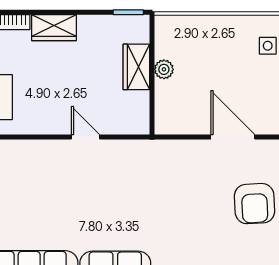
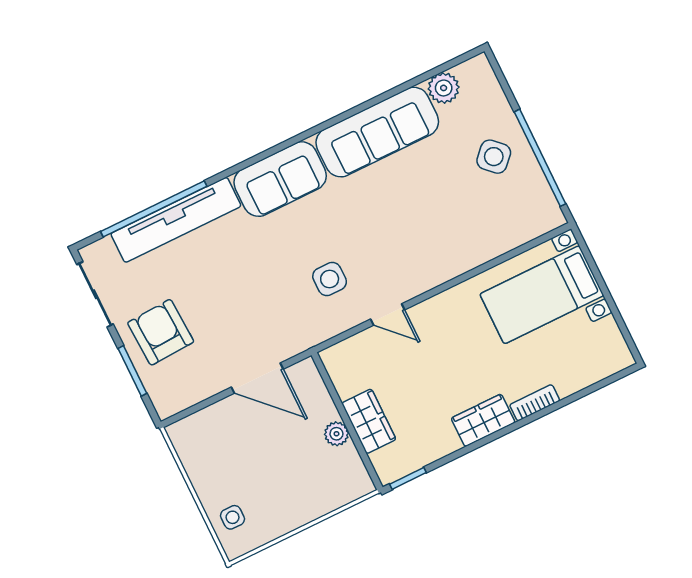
door: (233, 137) -> (257, 378), moved
side table: (115, 183) -> (330, 279), added

